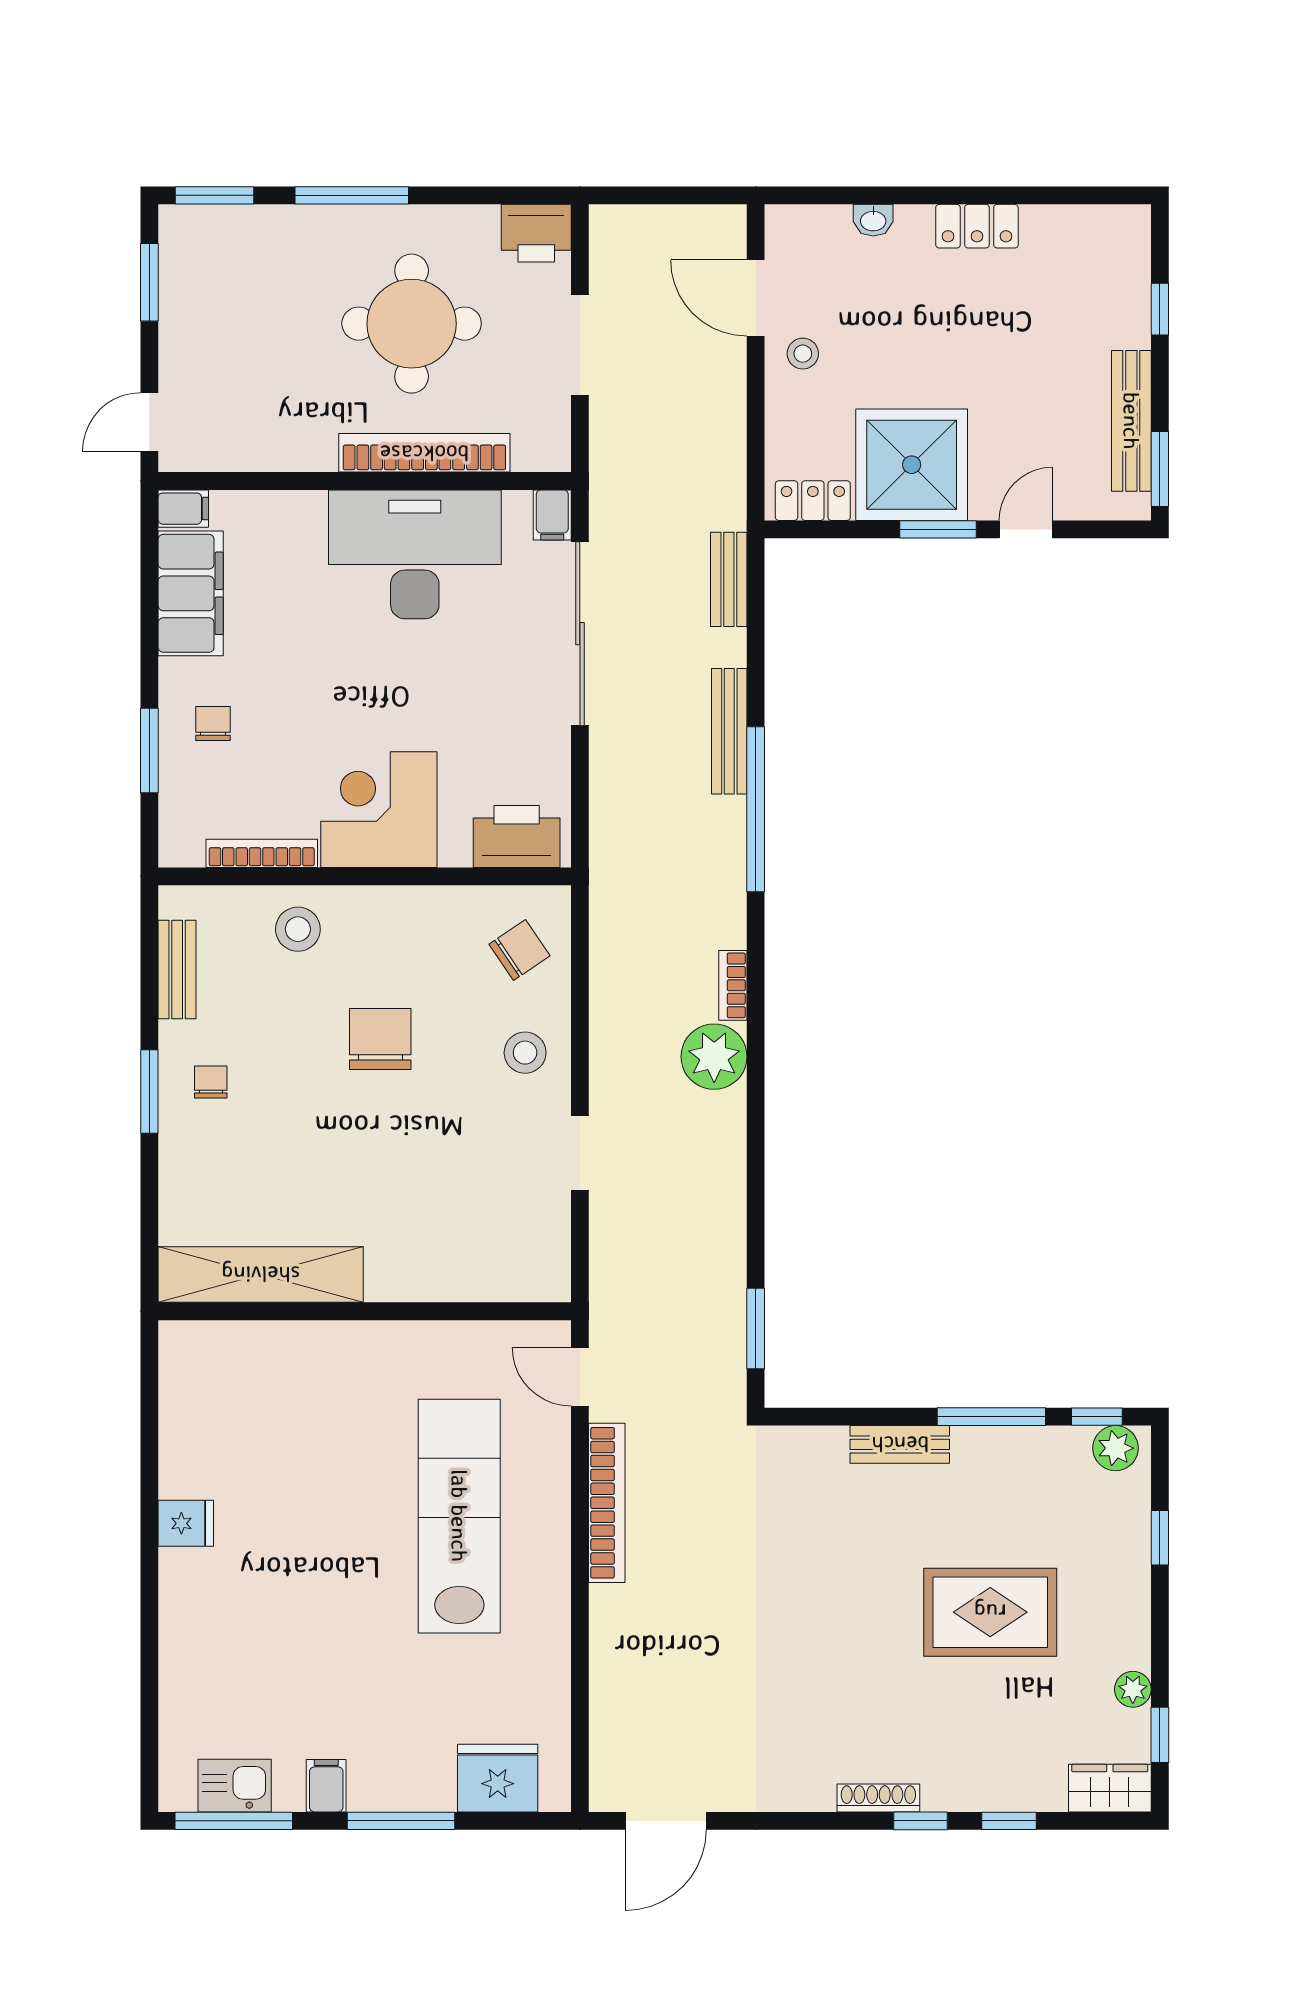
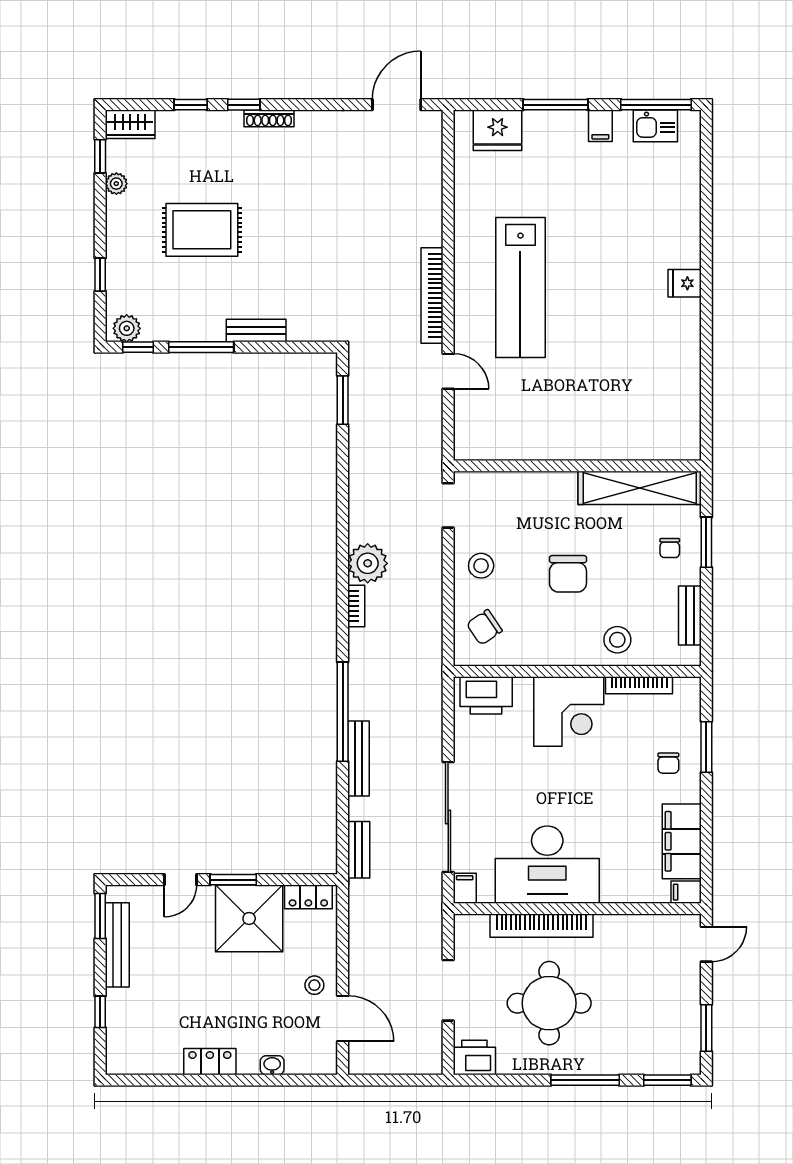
shelving: (261, 1274) -> (640, 488), moved
wall: (365, 1311) -> (577, 466), moved

